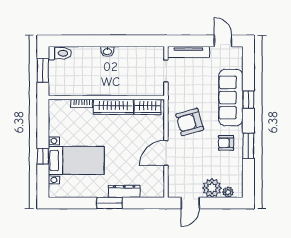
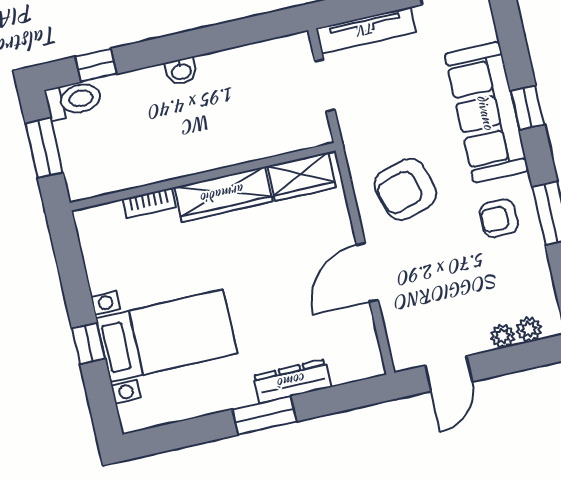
window: (72, 41) -> (96, 65), added
plant: (212, 188) -> (503, 336), width x0.53, depth x0.53

